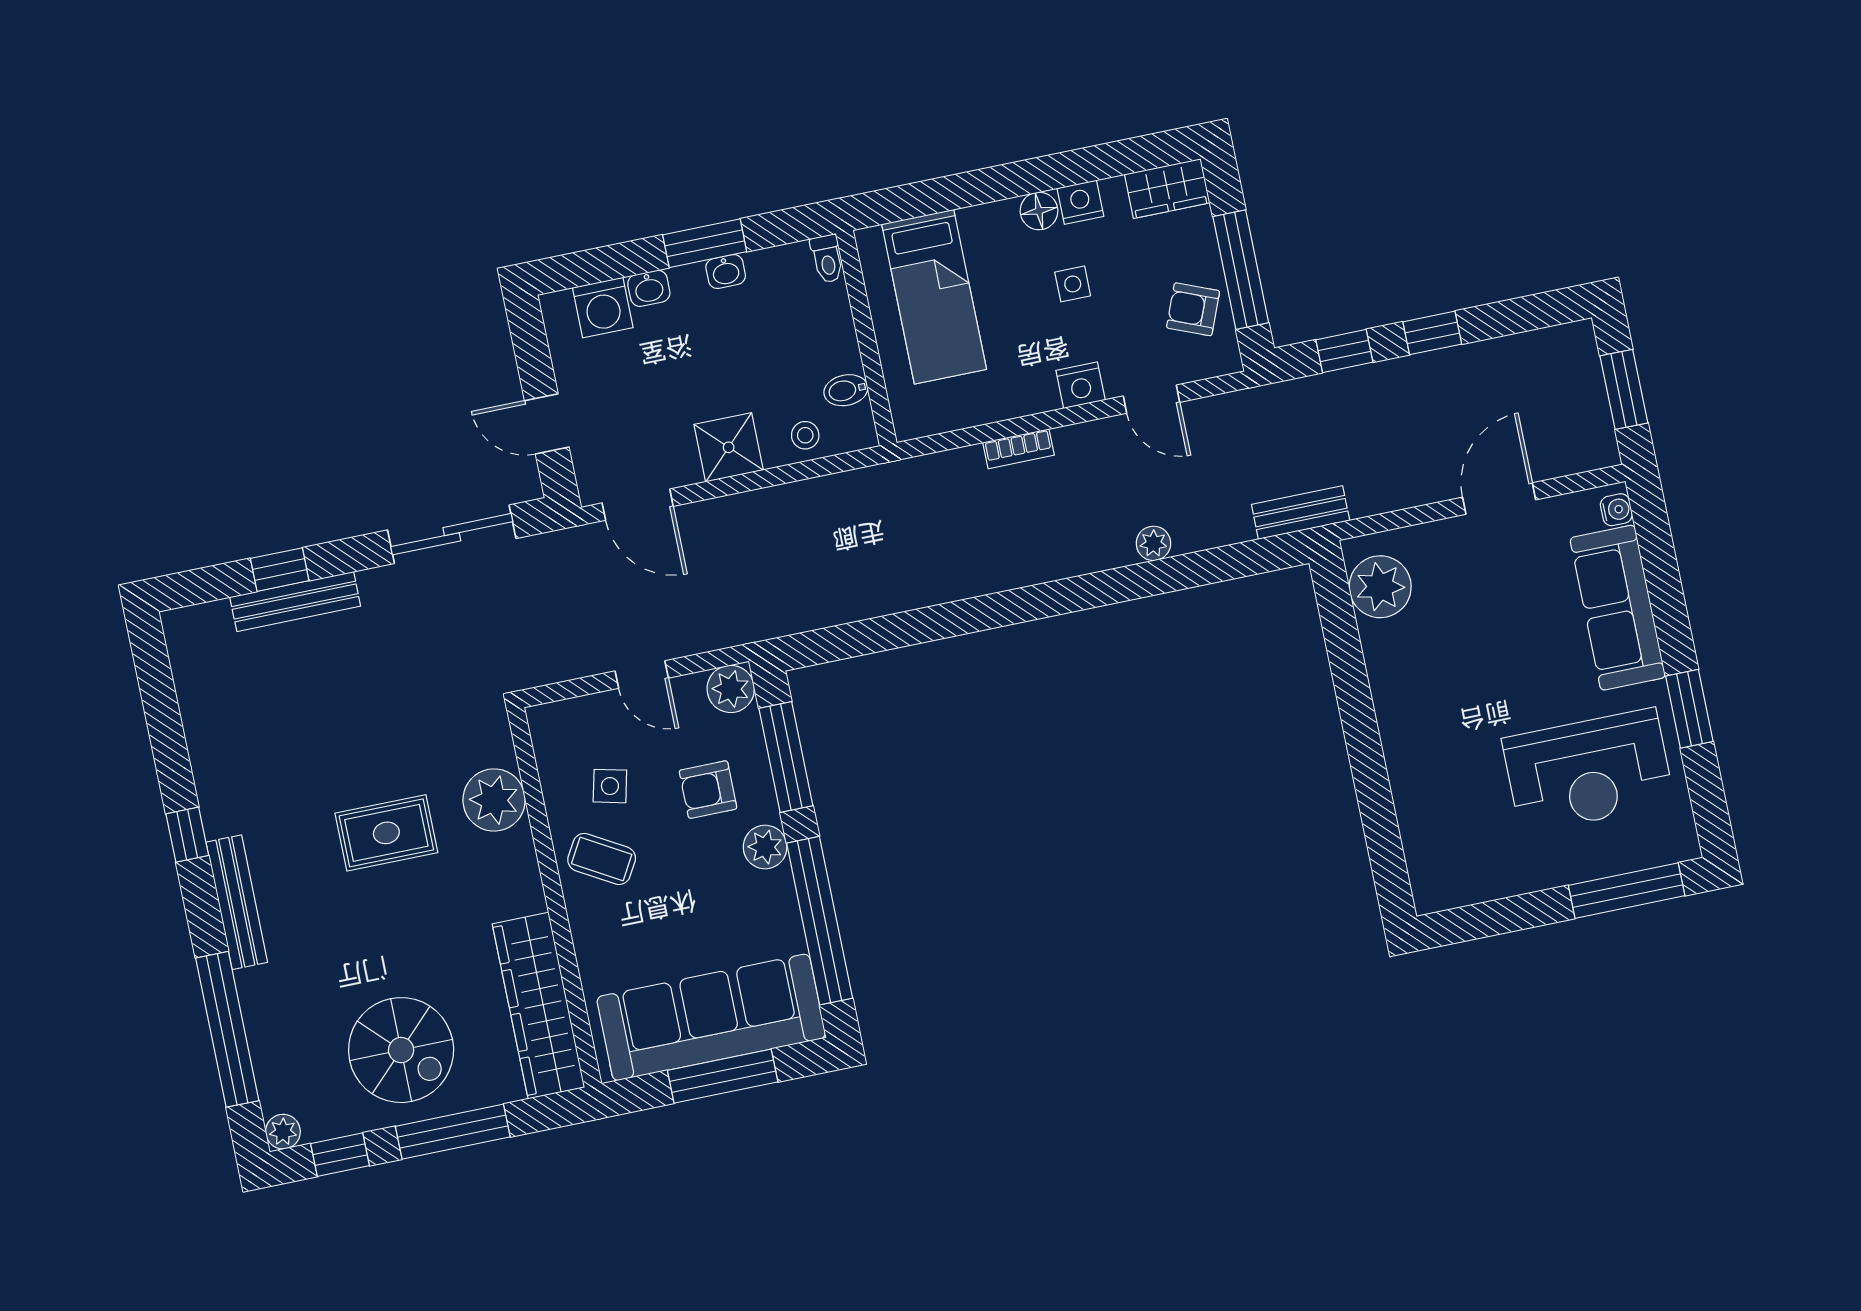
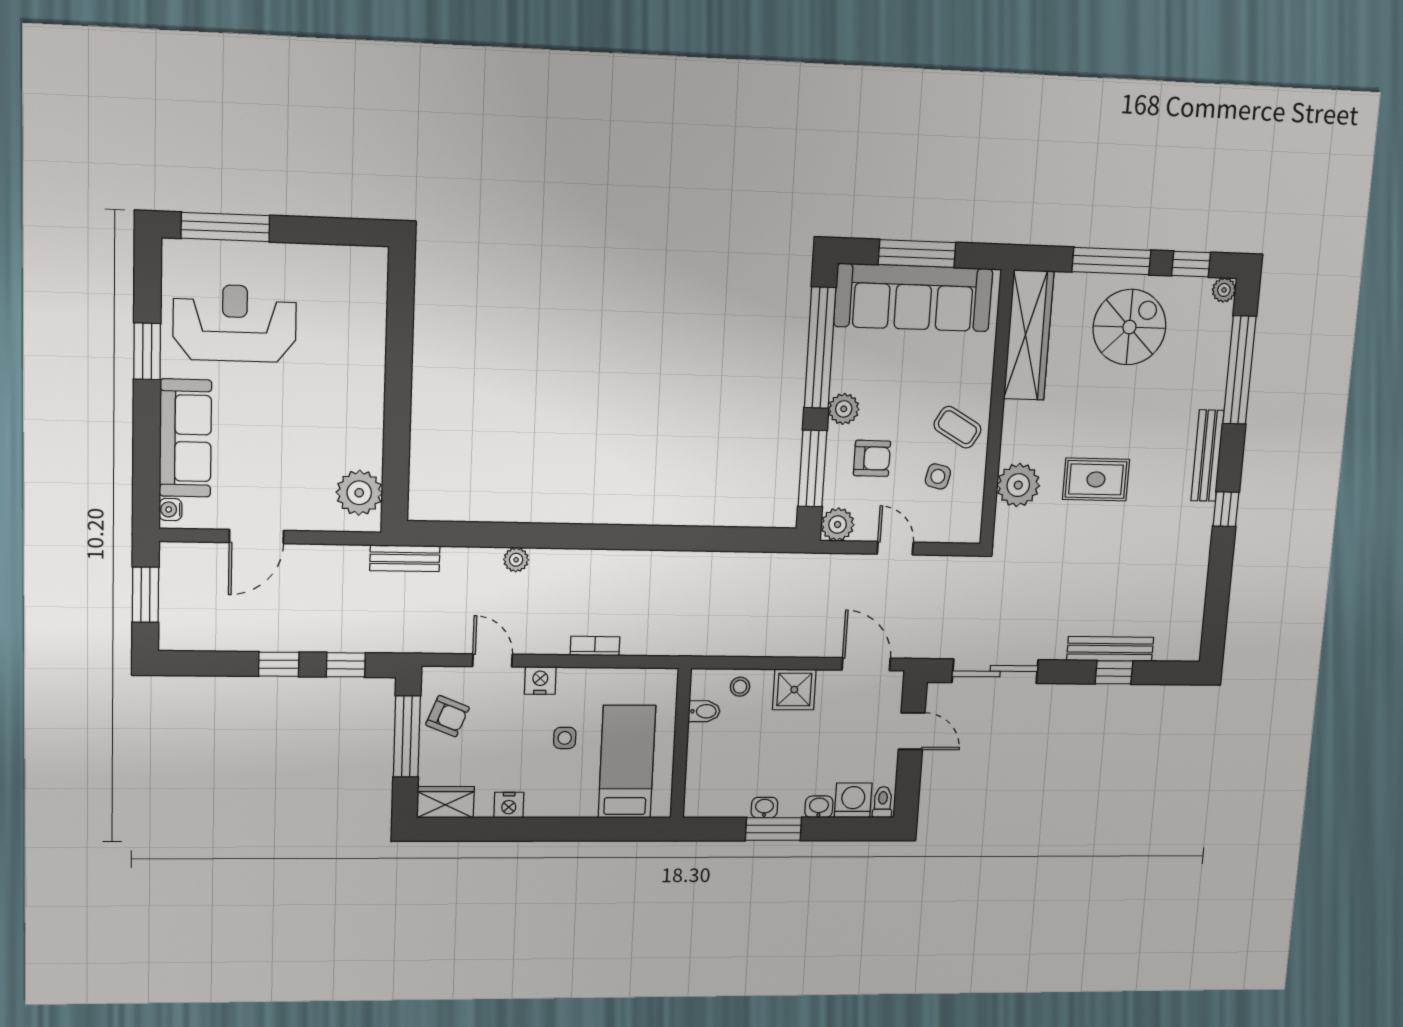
floor lamp: (1039, 211) -> (539, 805), removed
toilet: (827, 259) -> (883, 802), moved
side table: (1073, 284) -> (565, 738), moved
spiral stairs: (401, 1050) -> (1129, 327), turned 90

